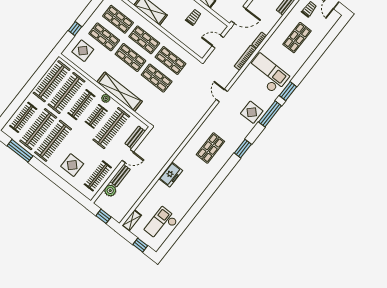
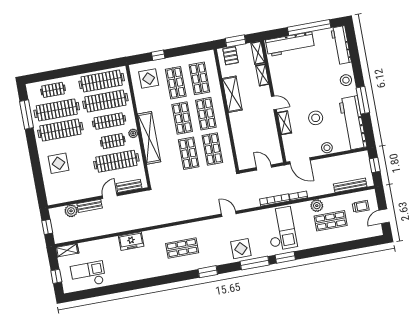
trolley: (193, 17) -> (262, 130), removed
plant: (278, 36) -> (317, 206), added
door: (222, 96) -> (229, 214), hinge flipped
clothes rail: (23, 117) -> (53, 90), width x0.73
door: (128, 156) -> (110, 196), swing flipped
clothes rail: (98, 176) -> (71, 190), removed

